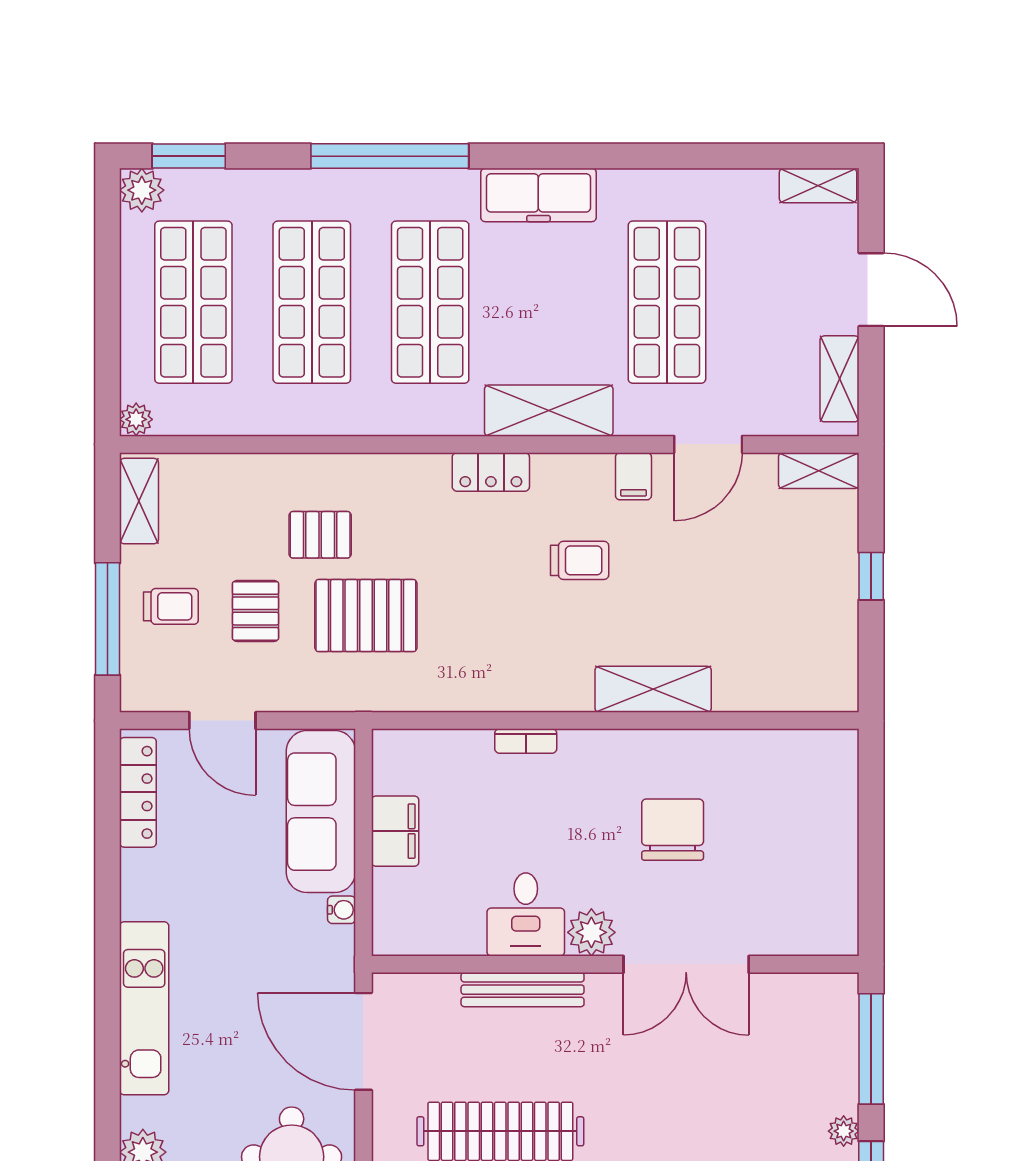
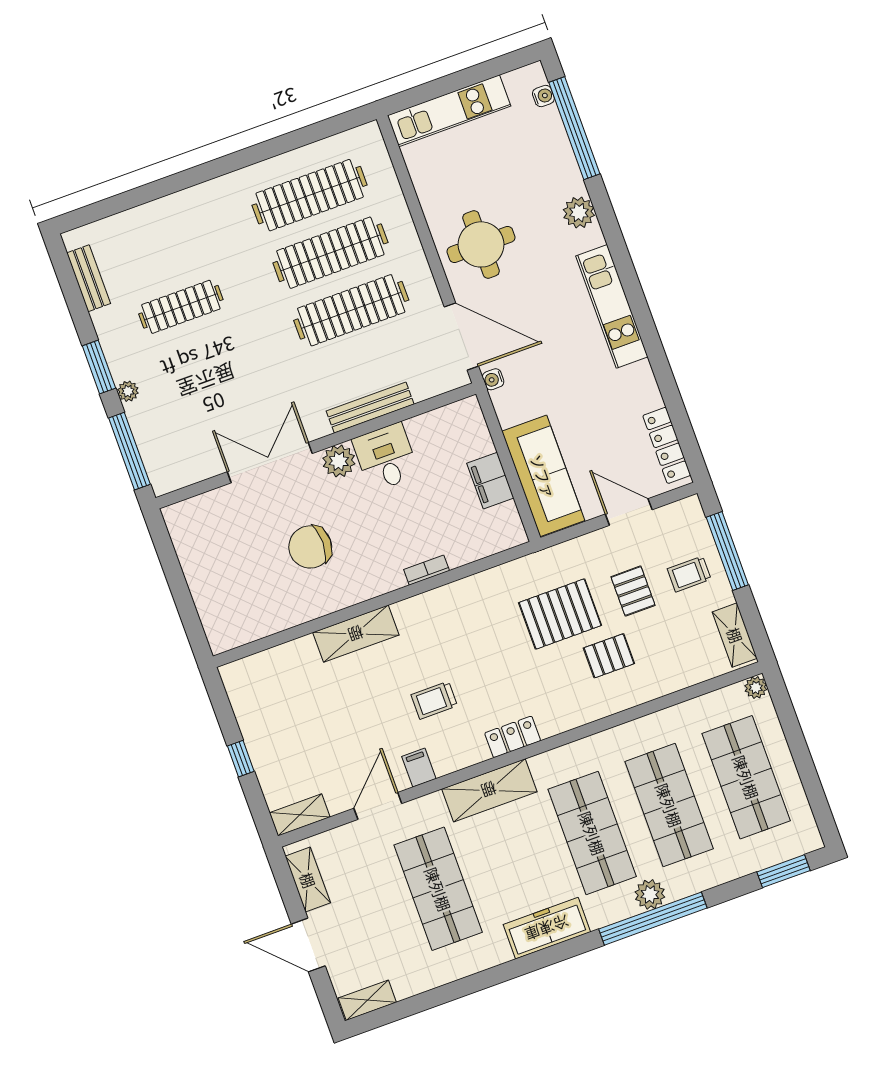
plant: (142, 190) -> (650, 894), moved
chair: (673, 830) -> (310, 547), turned 90
water cooler: (342, 910) -> (493, 379), moved

